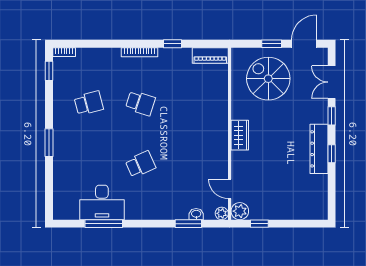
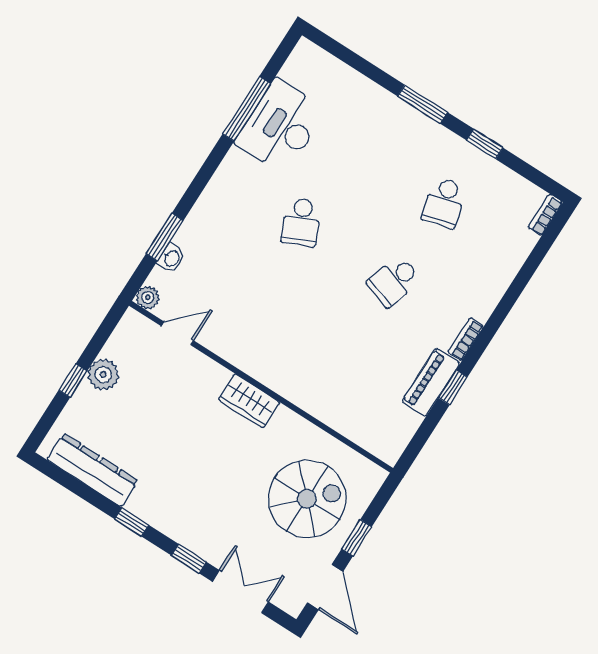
bookcase: (140, 52) -> (466, 339), width x0.64
piano: (210, 55) -> (431, 383), moved
window: (49, 71) -> (485, 144), moved
dresser: (319, 149) -> (92, 470), moved
plant: (240, 211) -> (103, 375), moved
window: (259, 224) -> (73, 381), moved

